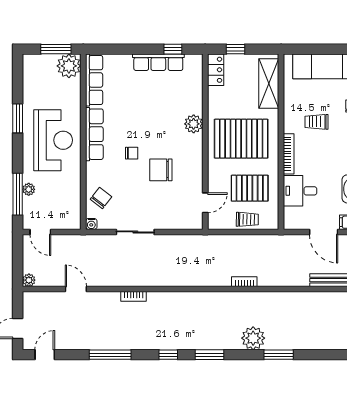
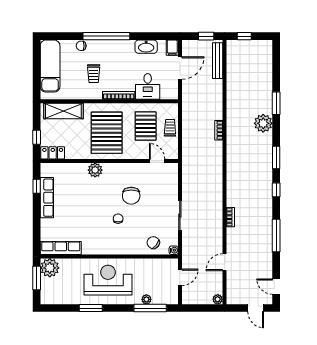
row of seats: (94, 134) -> (103, 248), removed
door: (40, 232) -> (180, 277), moved

